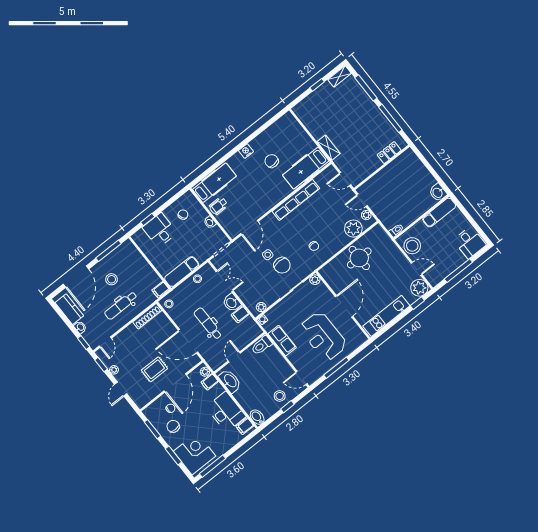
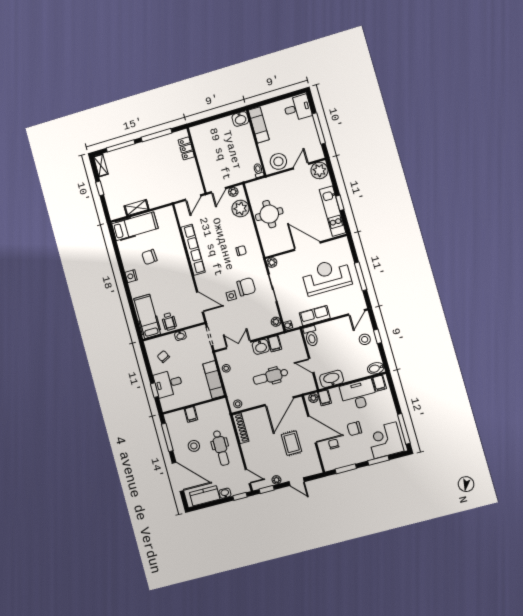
shelving: (329, 148) -> (137, 208), moved
hospital bed: (306, 168) -> (135, 226), moved, turned -90
filing cabinet: (161, 290) -> (191, 414), moved
window: (417, 303) -> (340, 203), moved
reception desk: (323, 336) -> (327, 277), turned 180
chair: (173, 426) -> (354, 429), moved

